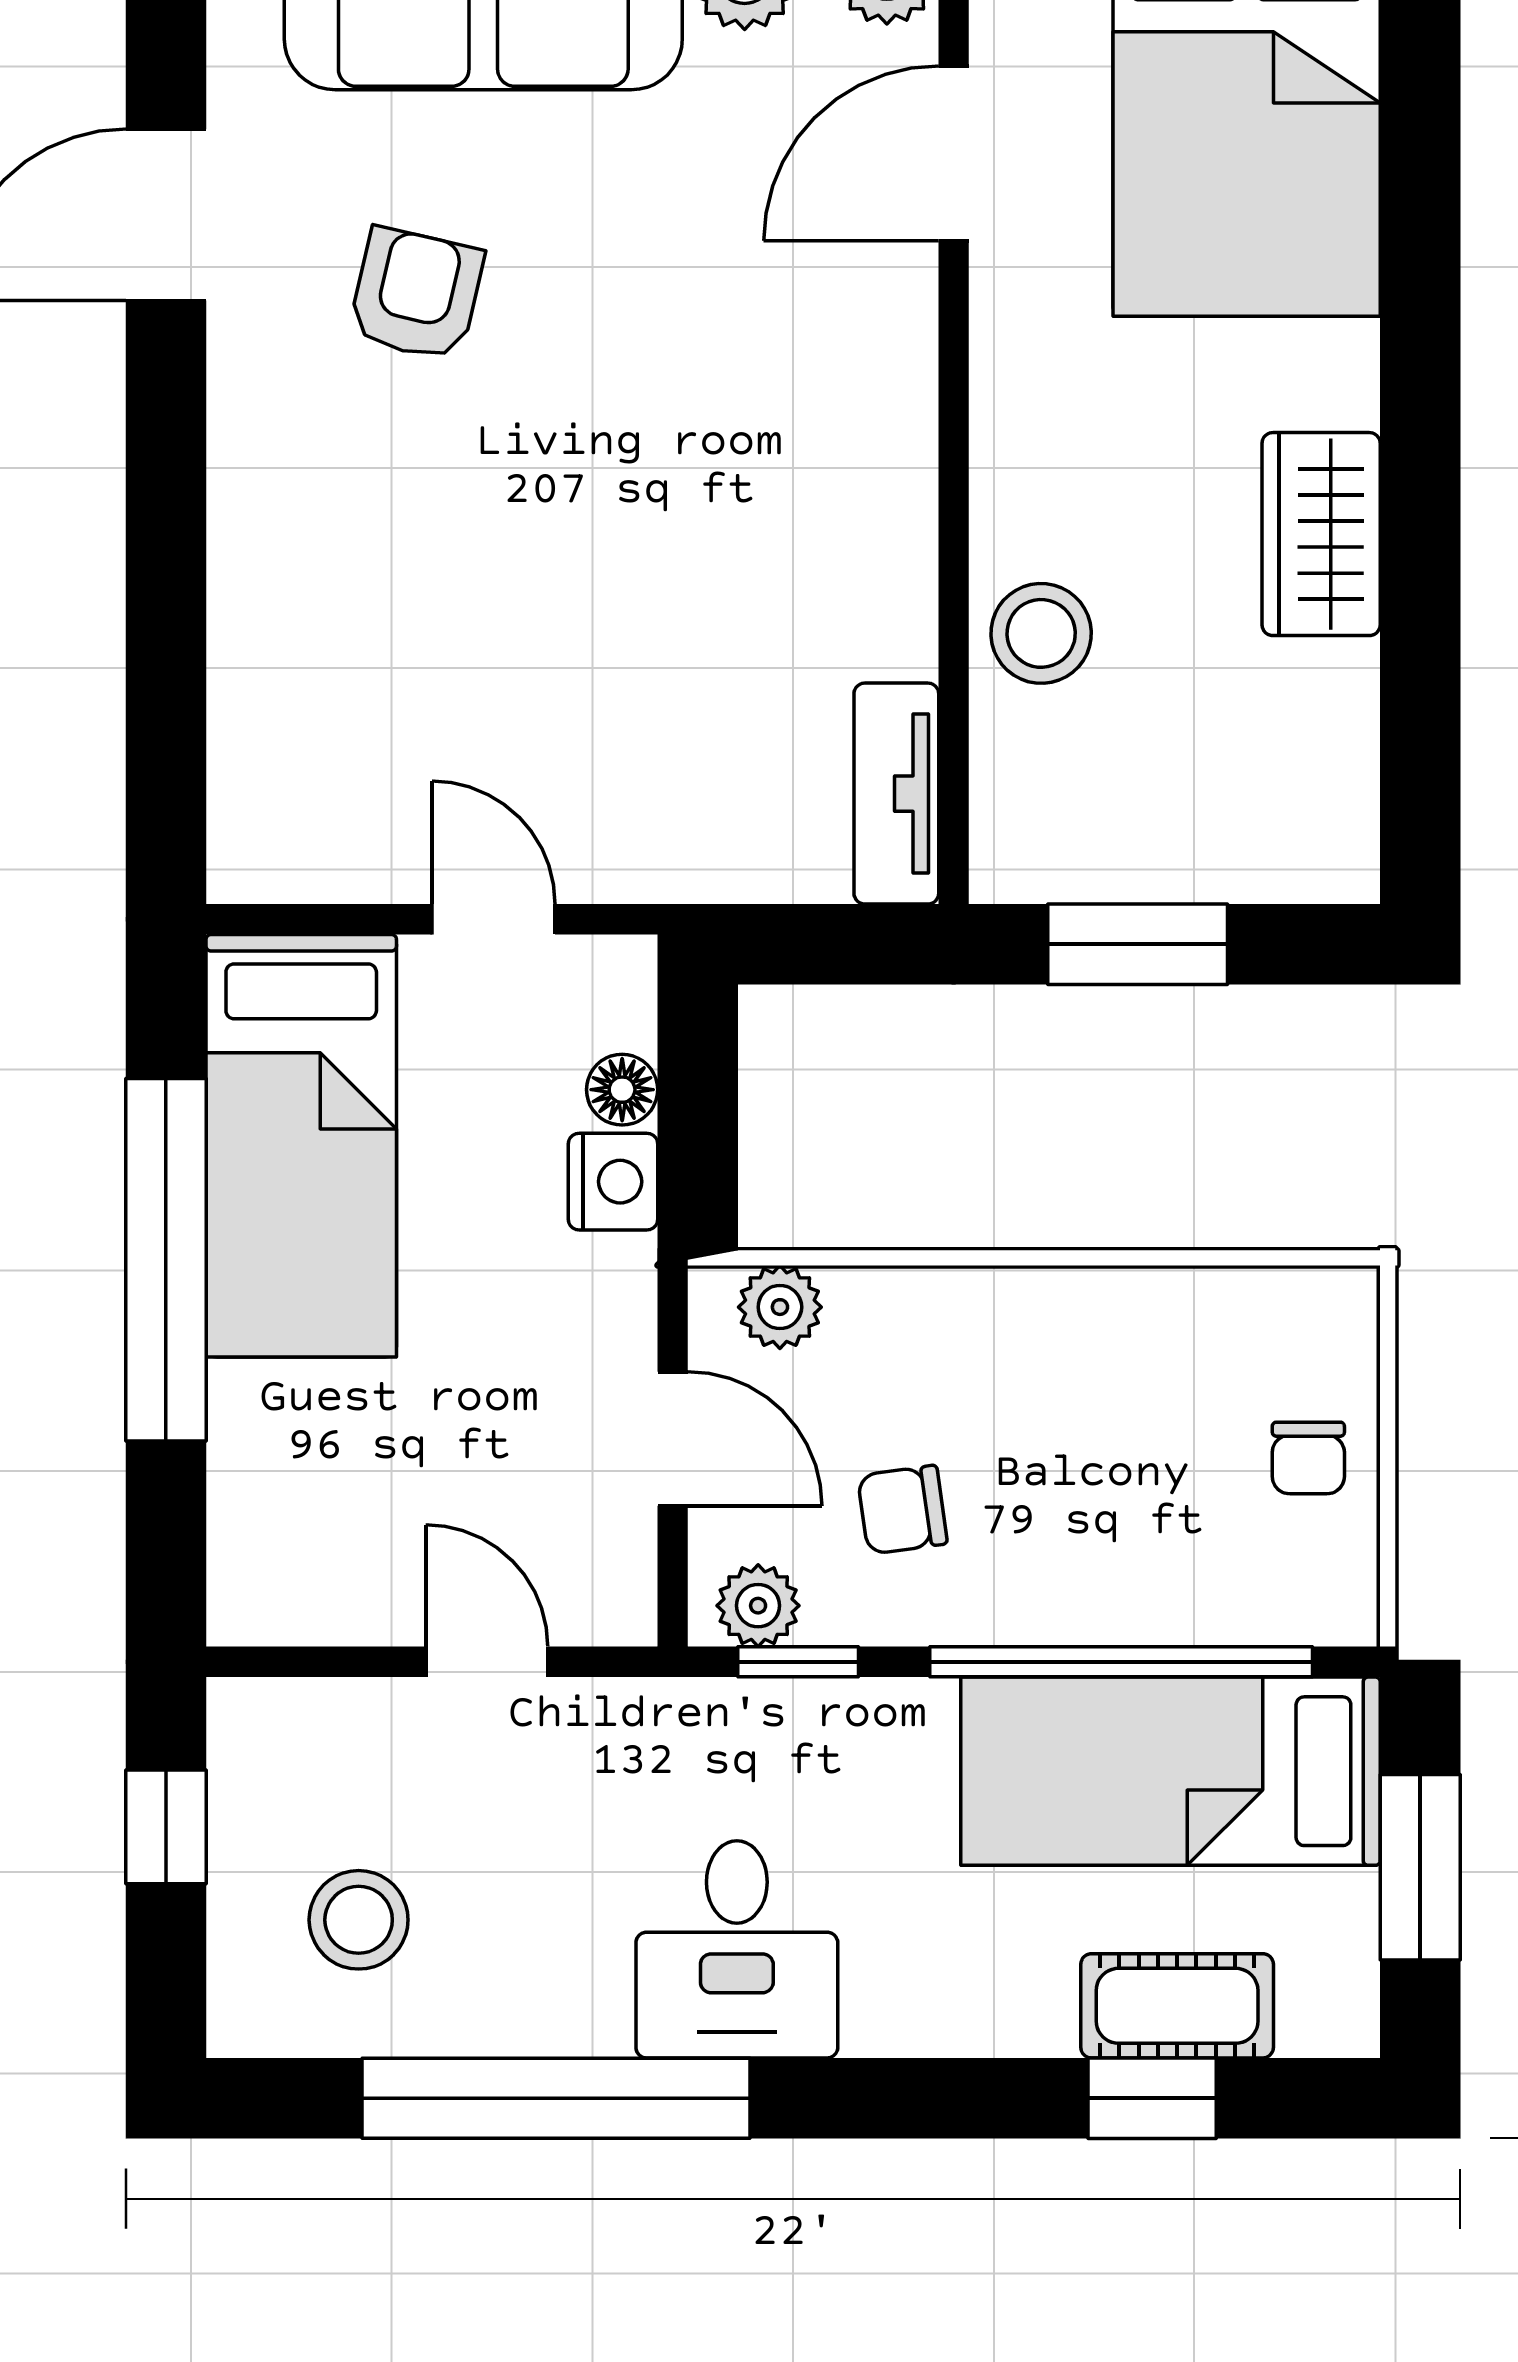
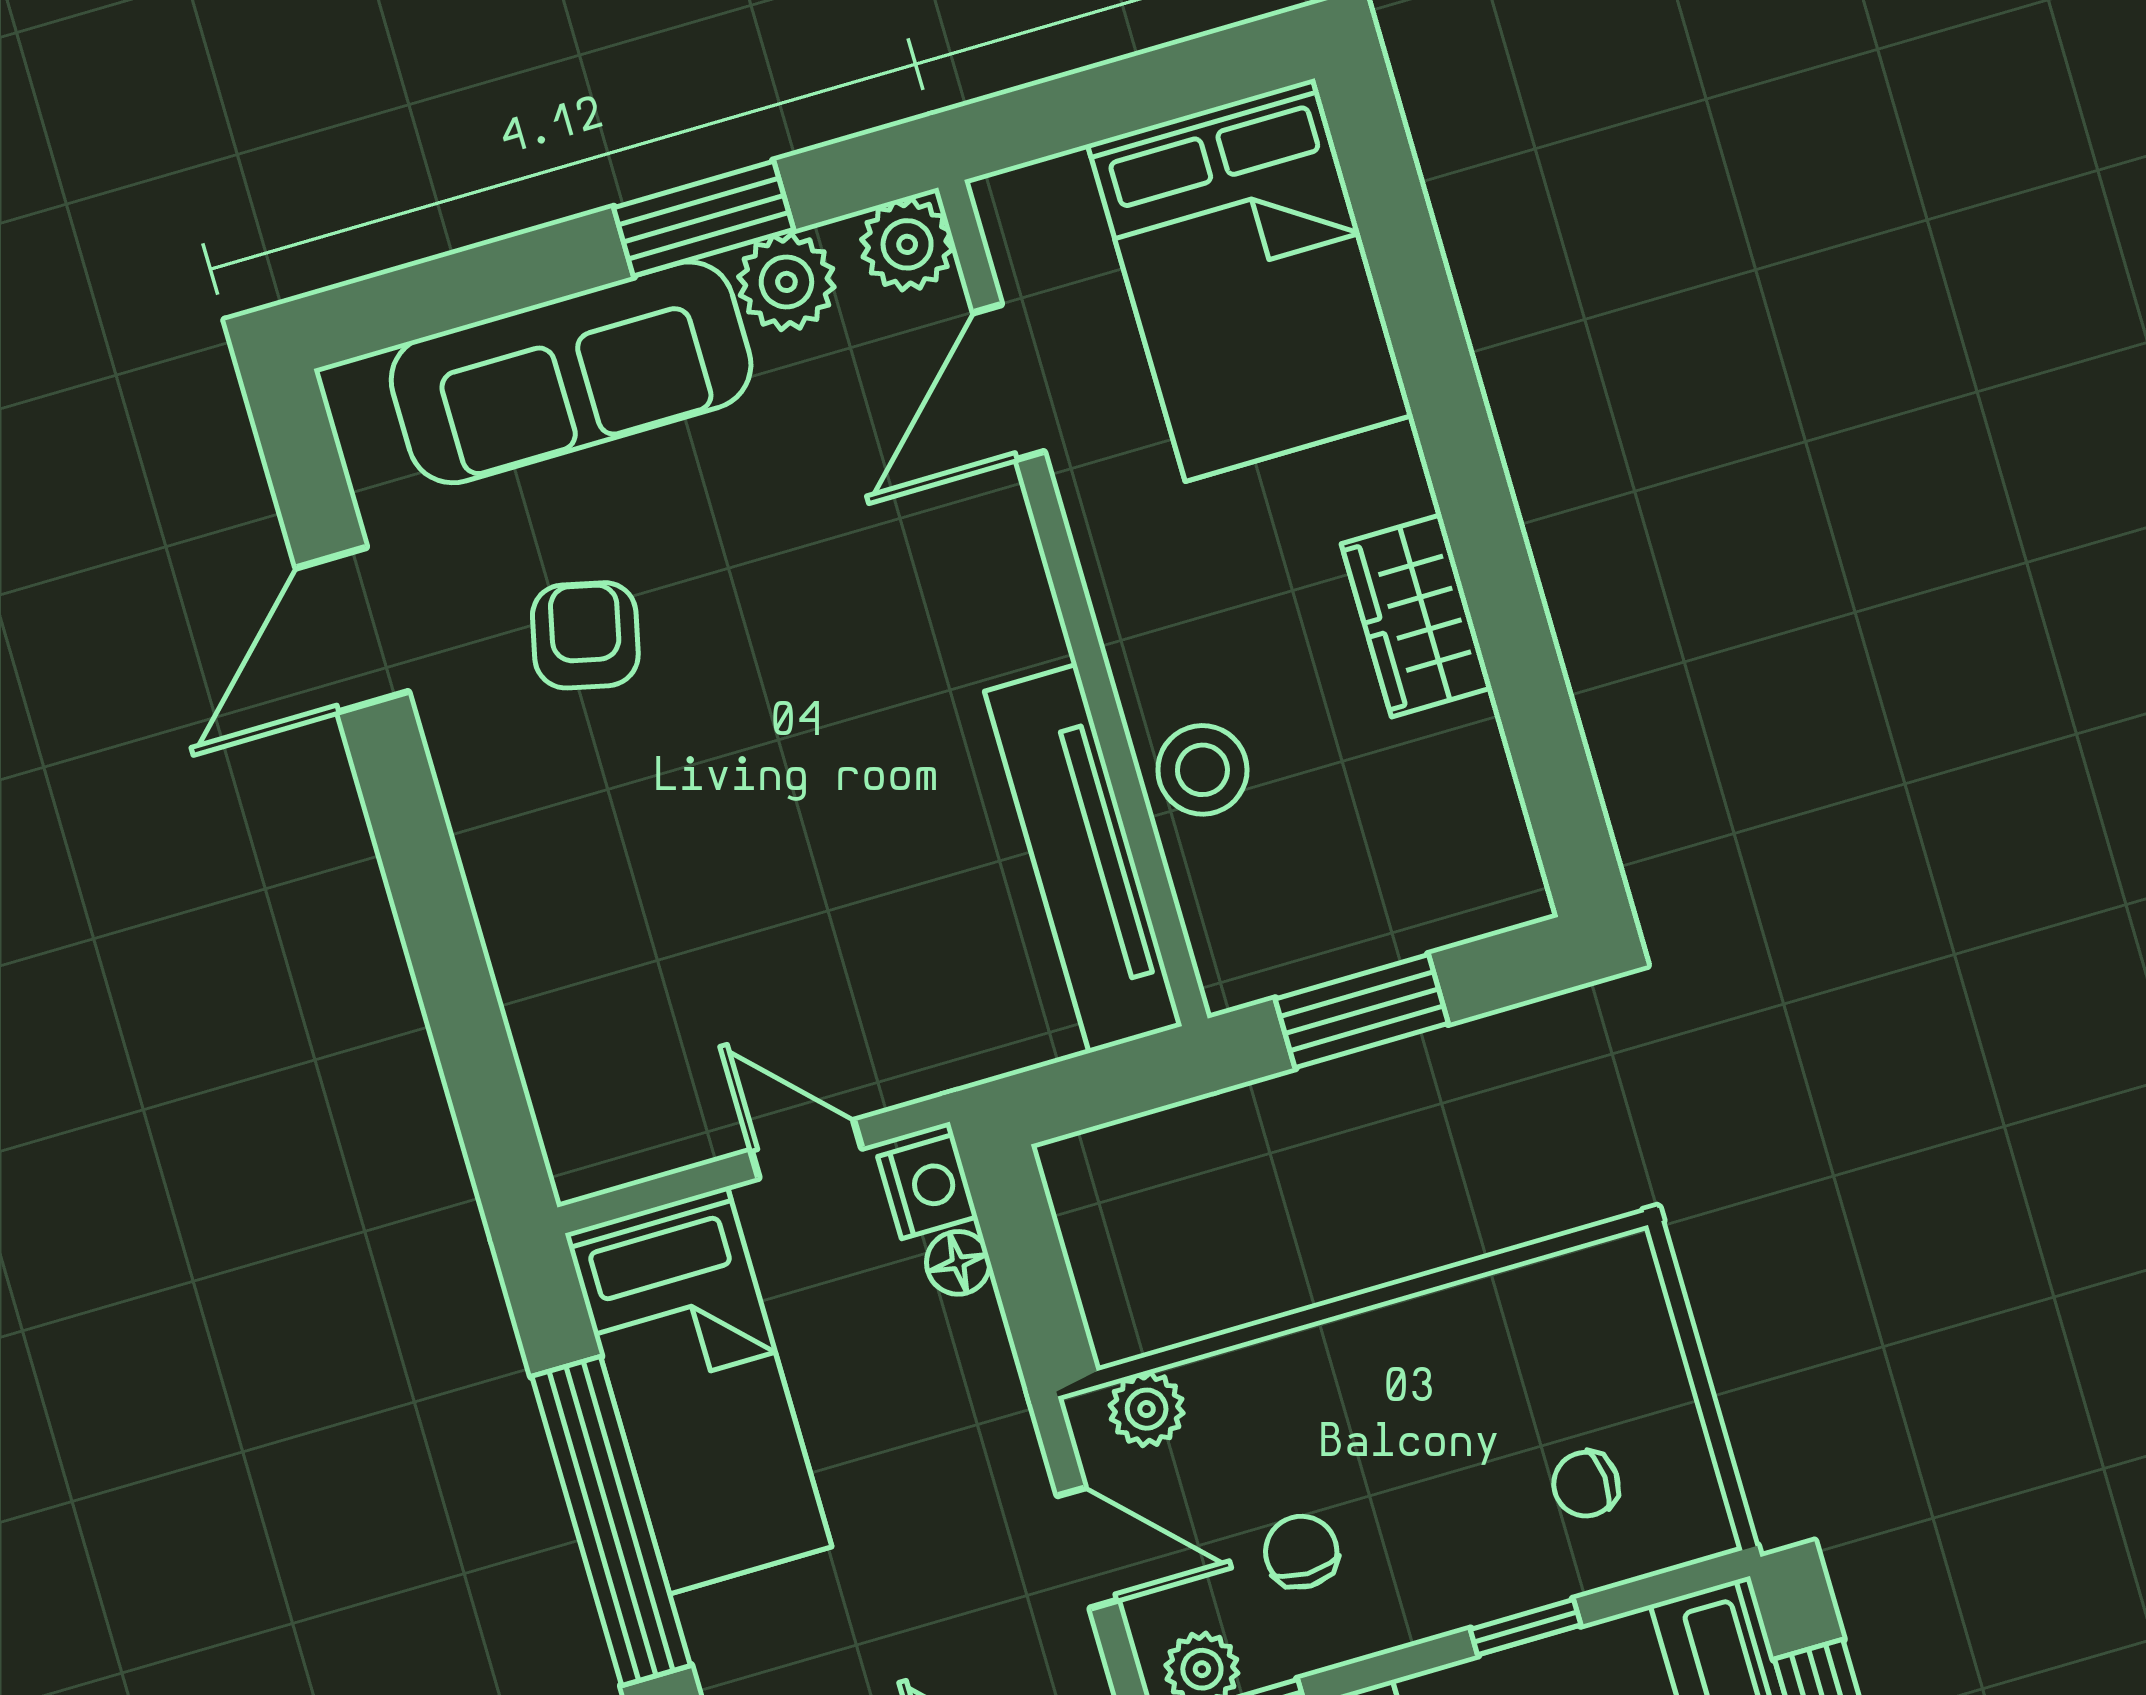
tv unit: (896, 794) -> (1083, 859), width x1.92, depth x1.29
nightstand: (613, 1182) -> (928, 1187), moved
chair: (1308, 1458) -> (1586, 1484), moved, turned 86
chair: (902, 1510) -> (1301, 1552), turned 98
window: (1121, 1662) -> (1526, 1627), width x0.32

